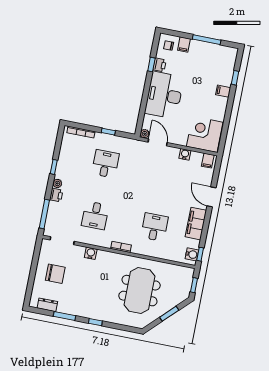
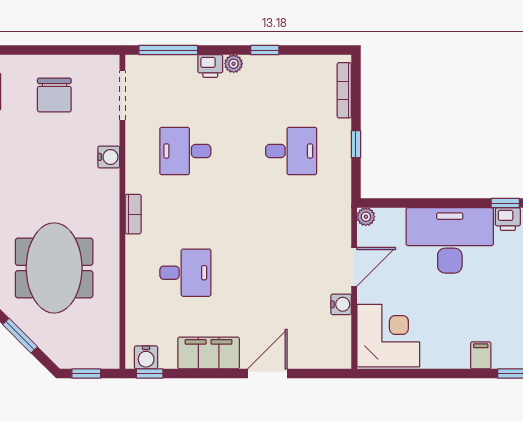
door: (158, 142) -> (354, 267), moved
filing cabinet: (208, 161) -> (338, 352), removed
meeting table: (139, 291) -> (54, 268), turned 90

